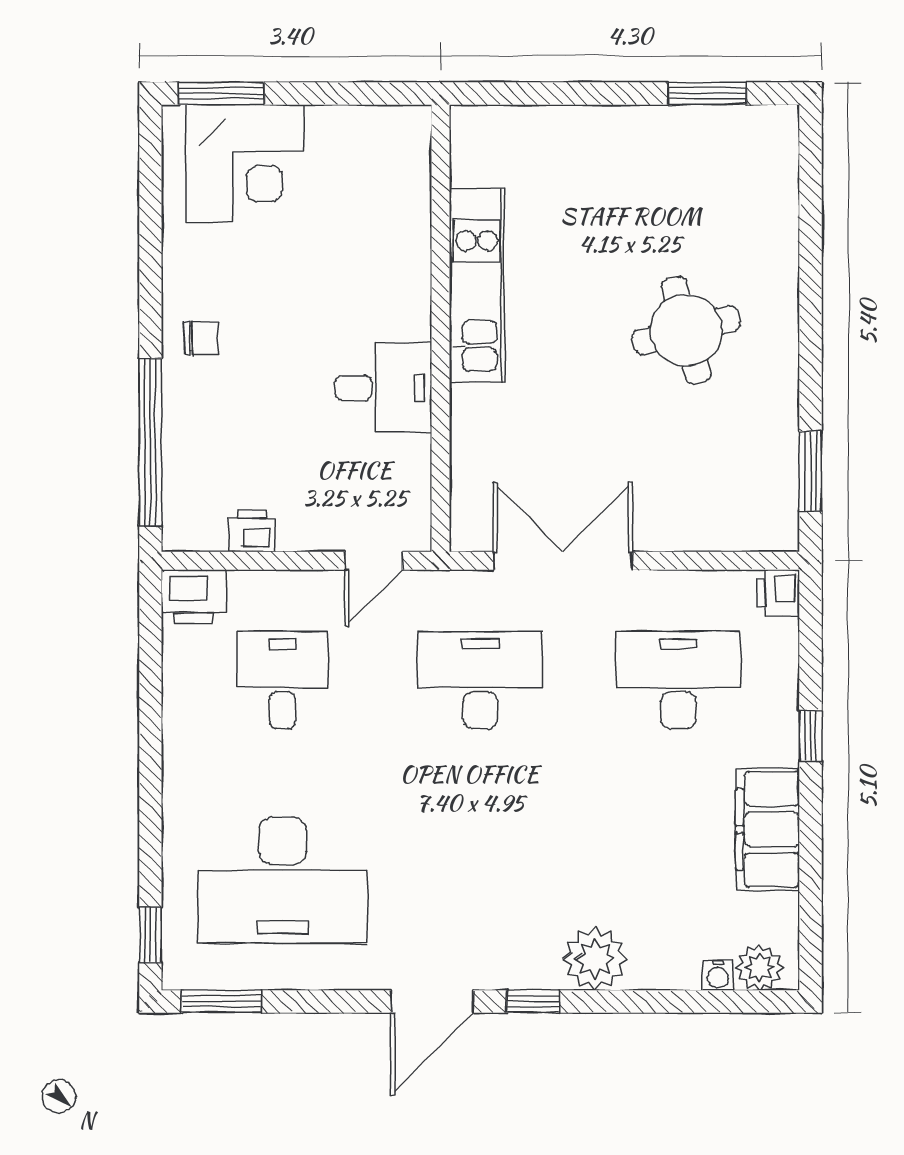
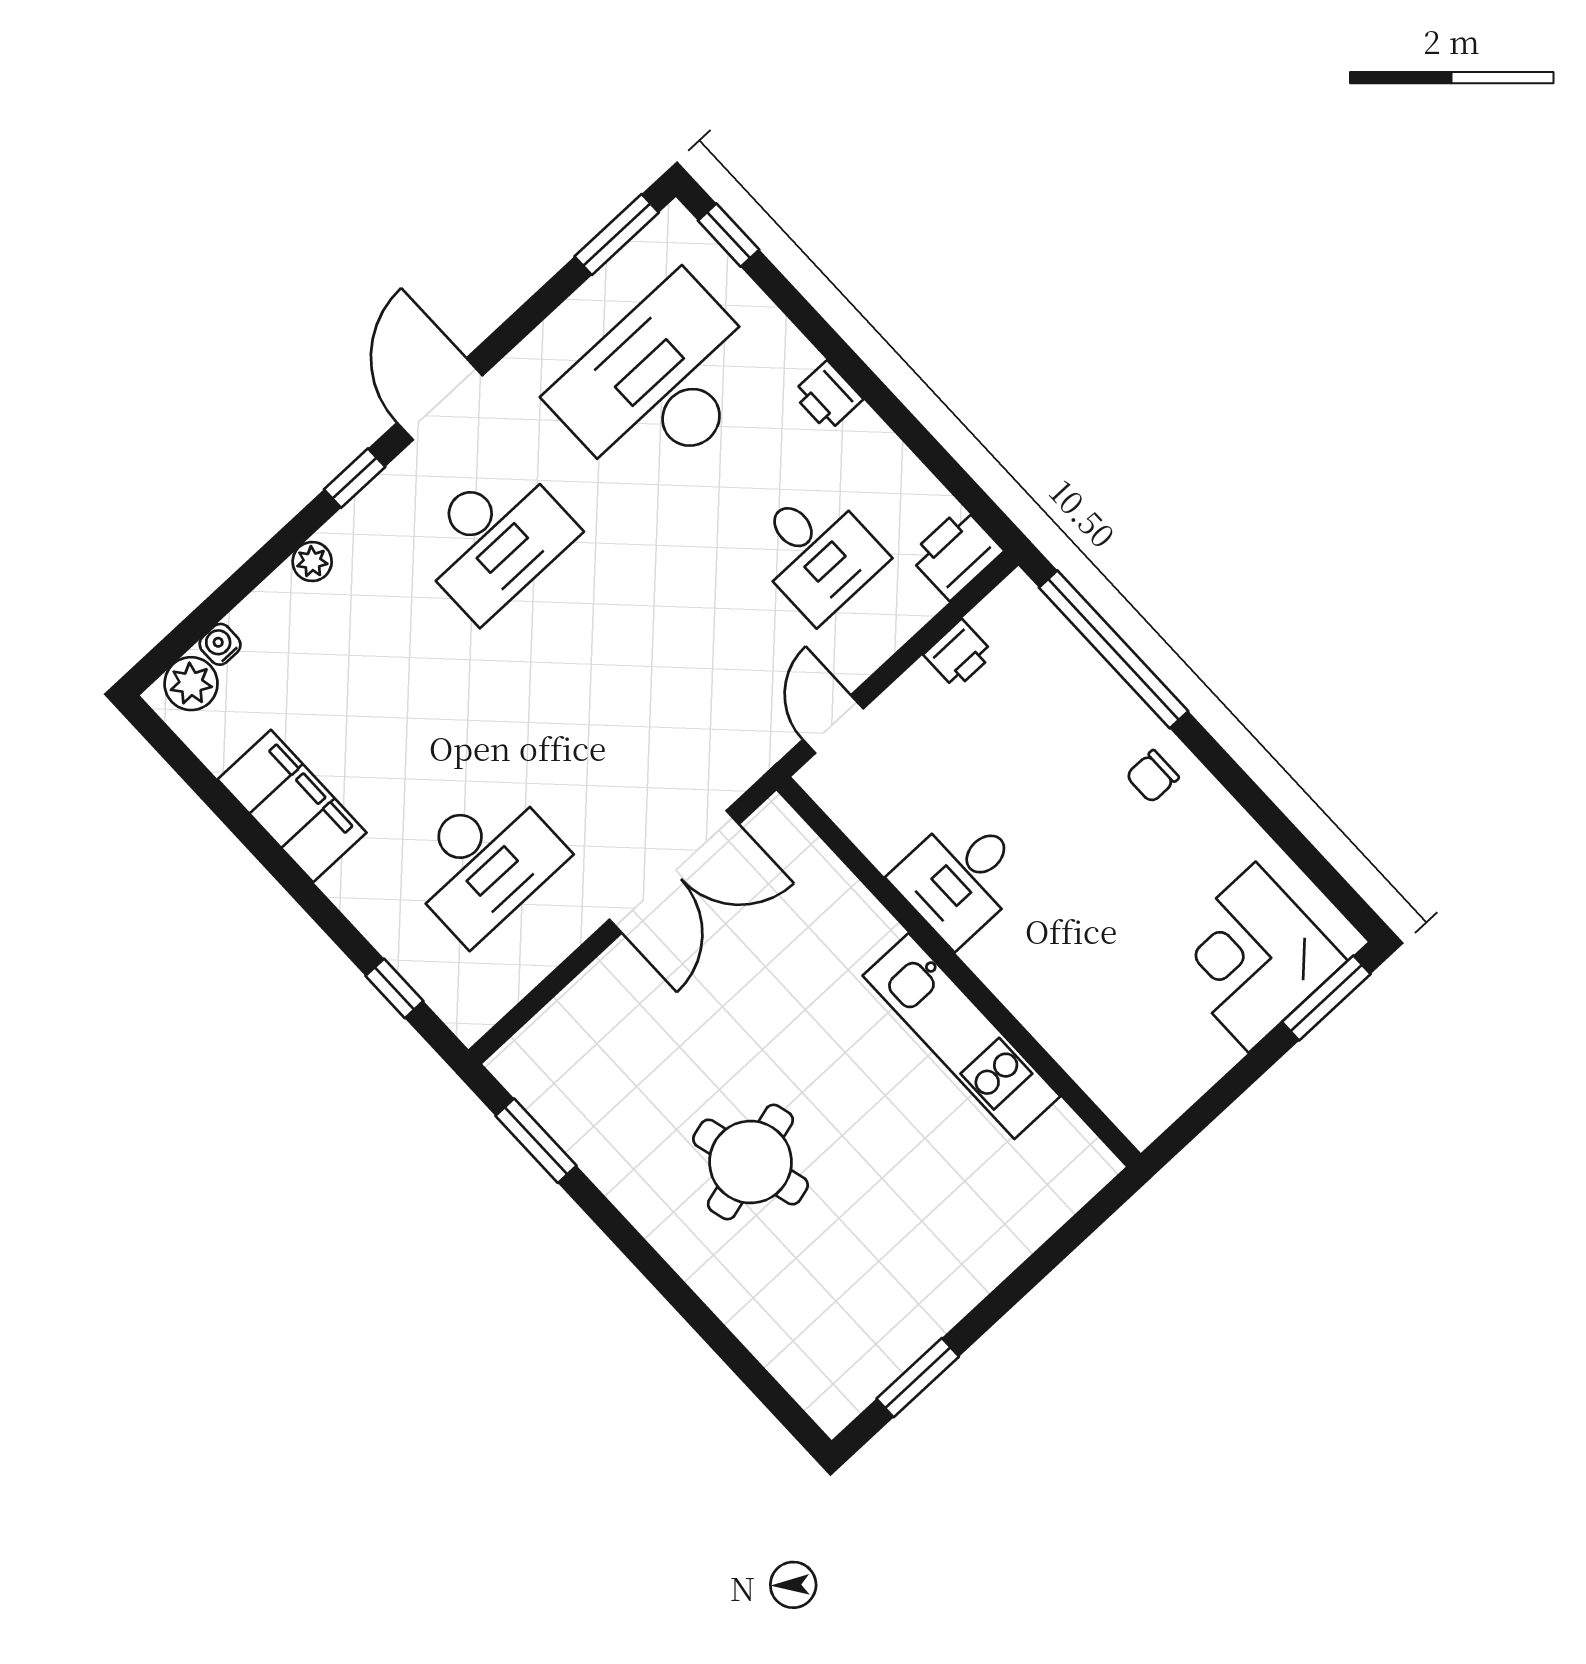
printer: (778, 593) -> (827, 396), moved, turned 180
desk: (480, 680) -> (494, 539), moved
window: (810, 736) -> (394, 988), moved
plant: (595, 959) -> (312, 562), width x0.53, depth x0.53

